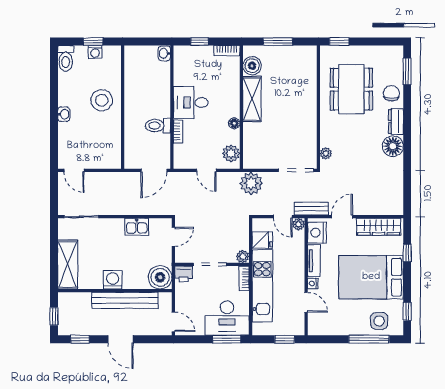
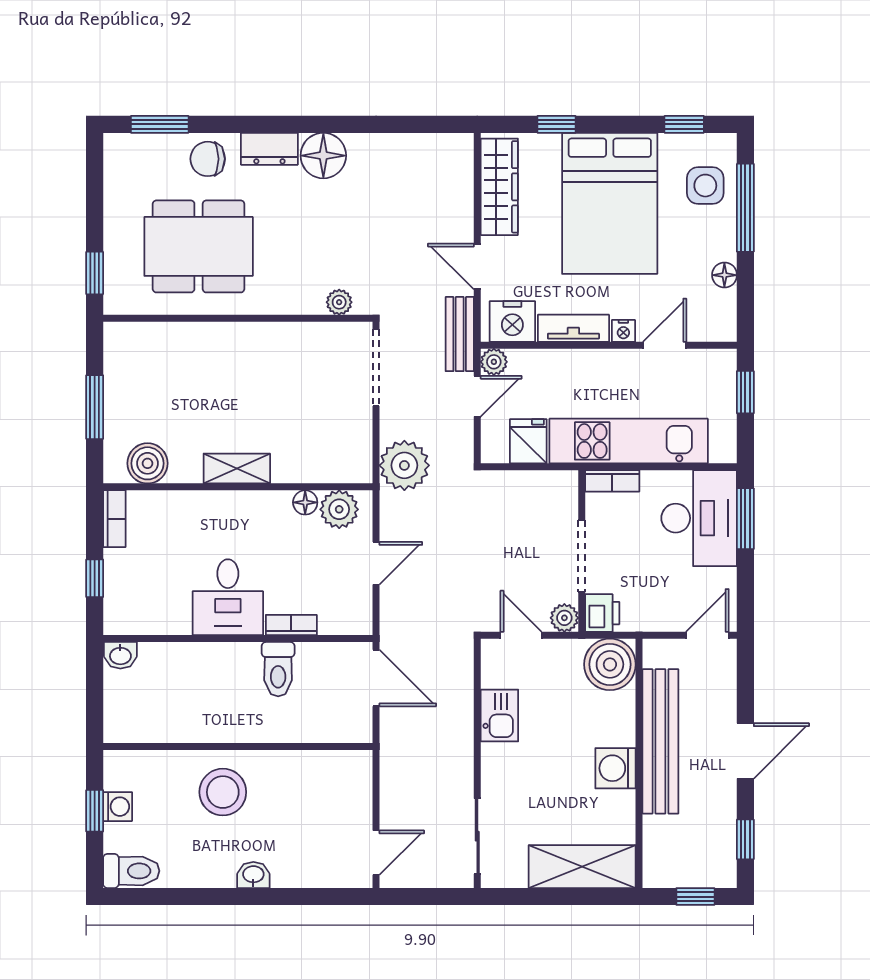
shelving: (252, 99) -> (237, 469), width x0.67, depth x0.75
floor lamp: (234, 123) -> (305, 502), moved
plant: (243, 256) -> (564, 618), moved
floor lamp: (338, 330) -> (724, 275), added

